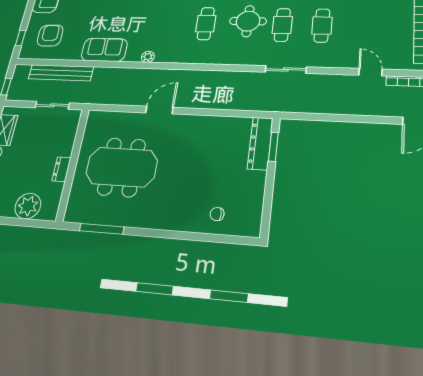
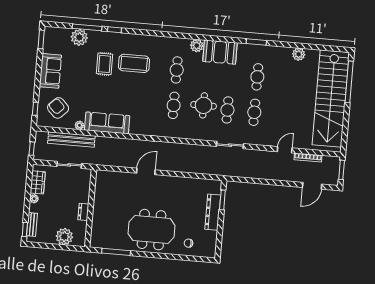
armchair: (50, 35) -> (58, 108), turned -43
sofa: (104, 50) -> (107, 123), width x1.36
plant: (148, 57) -> (79, 125), moved
door: (370, 72) -> (285, 150), hinge flipped
dresser: (260, 143) -> (213, 212), moved
meeting table: (122, 167) -> (152, 230), moved

